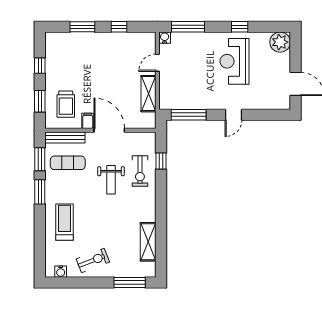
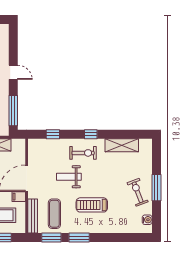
exercise bike: (140, 171) -> (83, 153), moved
weight bench: (111, 180) -> (69, 177), turned 180
window: (161, 205) -> (91, 134), added
treadmill: (64, 222) -> (92, 205), moved
window: (130, 282) -> (156, 188), moved

